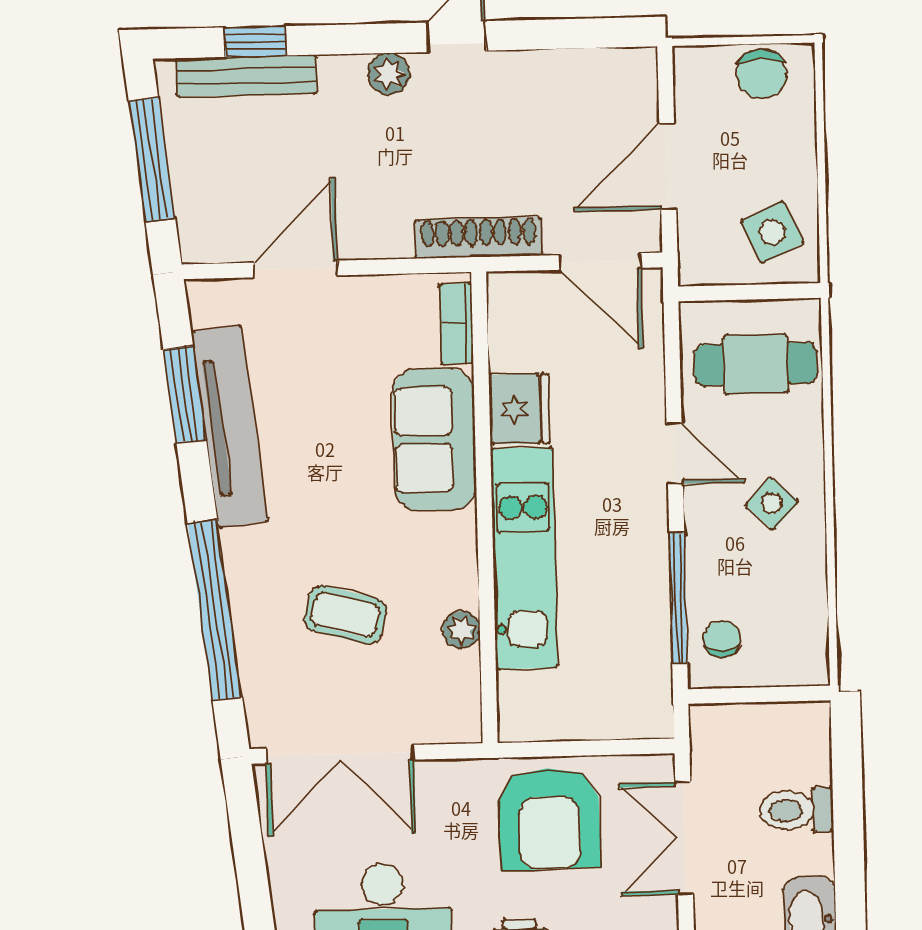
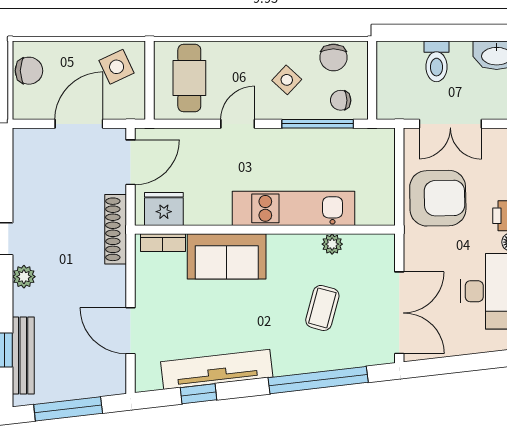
door: (668, 166) -> (79, 124), swing flipped
window: (185, 395) -> (198, 394), width x0.67
fridge: (519, 409) -> (164, 209), moved
side table: (772, 503) -> (287, 80), moved
chair: (799, 624) -> (333, 57), added

